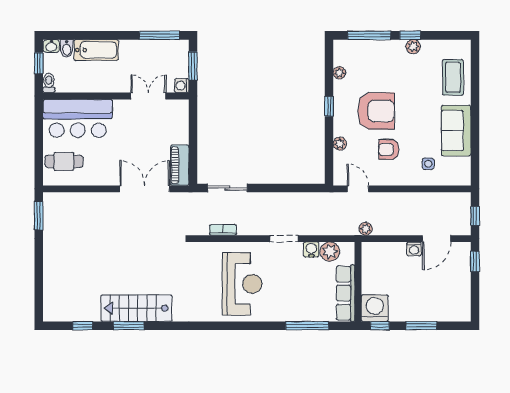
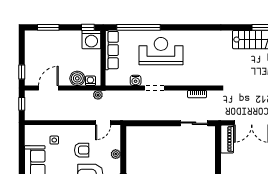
door: (358, 189) -> (103, 123), hinge flipped
washing machine: (414, 249) -> (90, 81), moved
plant: (330, 252) -> (123, 79), removed
boiler: (395, 252) -> (77, 78), added
reception desk: (242, 284) -> (161, 51), moved, turned 90
window: (307, 326) -> (138, 27), width x1.46
window: (421, 326) -> (48, 27), moved

